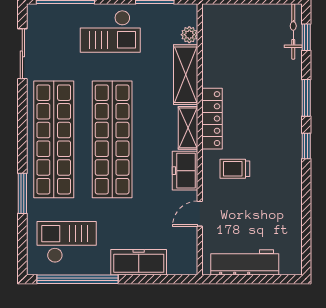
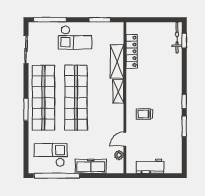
plant: (189, 35) -> (119, 155), moved
window: (306, 98) -> (184, 126), moved
locker: (212, 119) -> (132, 51), moved
freezer: (185, 171) -> (117, 115), removed
window: (22, 193) -> (26, 109), moved
workbench: (245, 262) -> (150, 166), width x0.73

